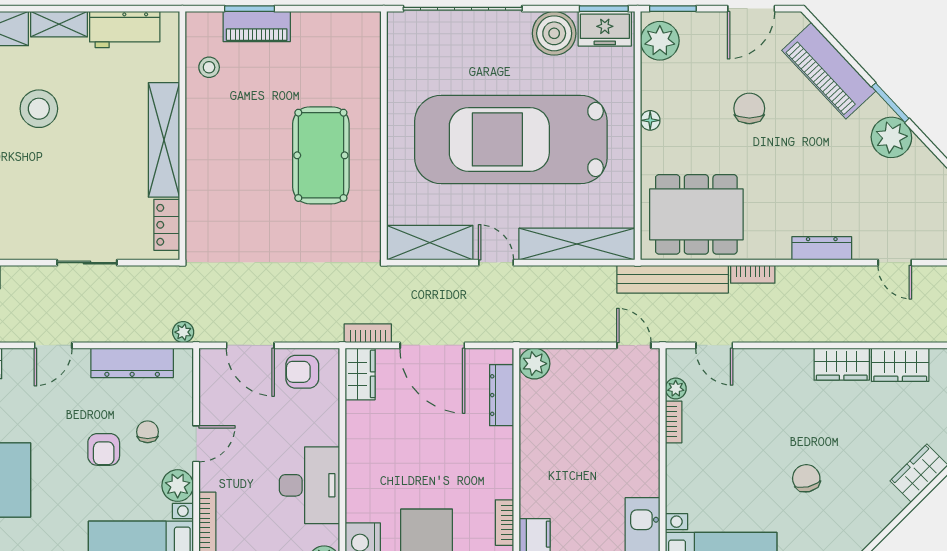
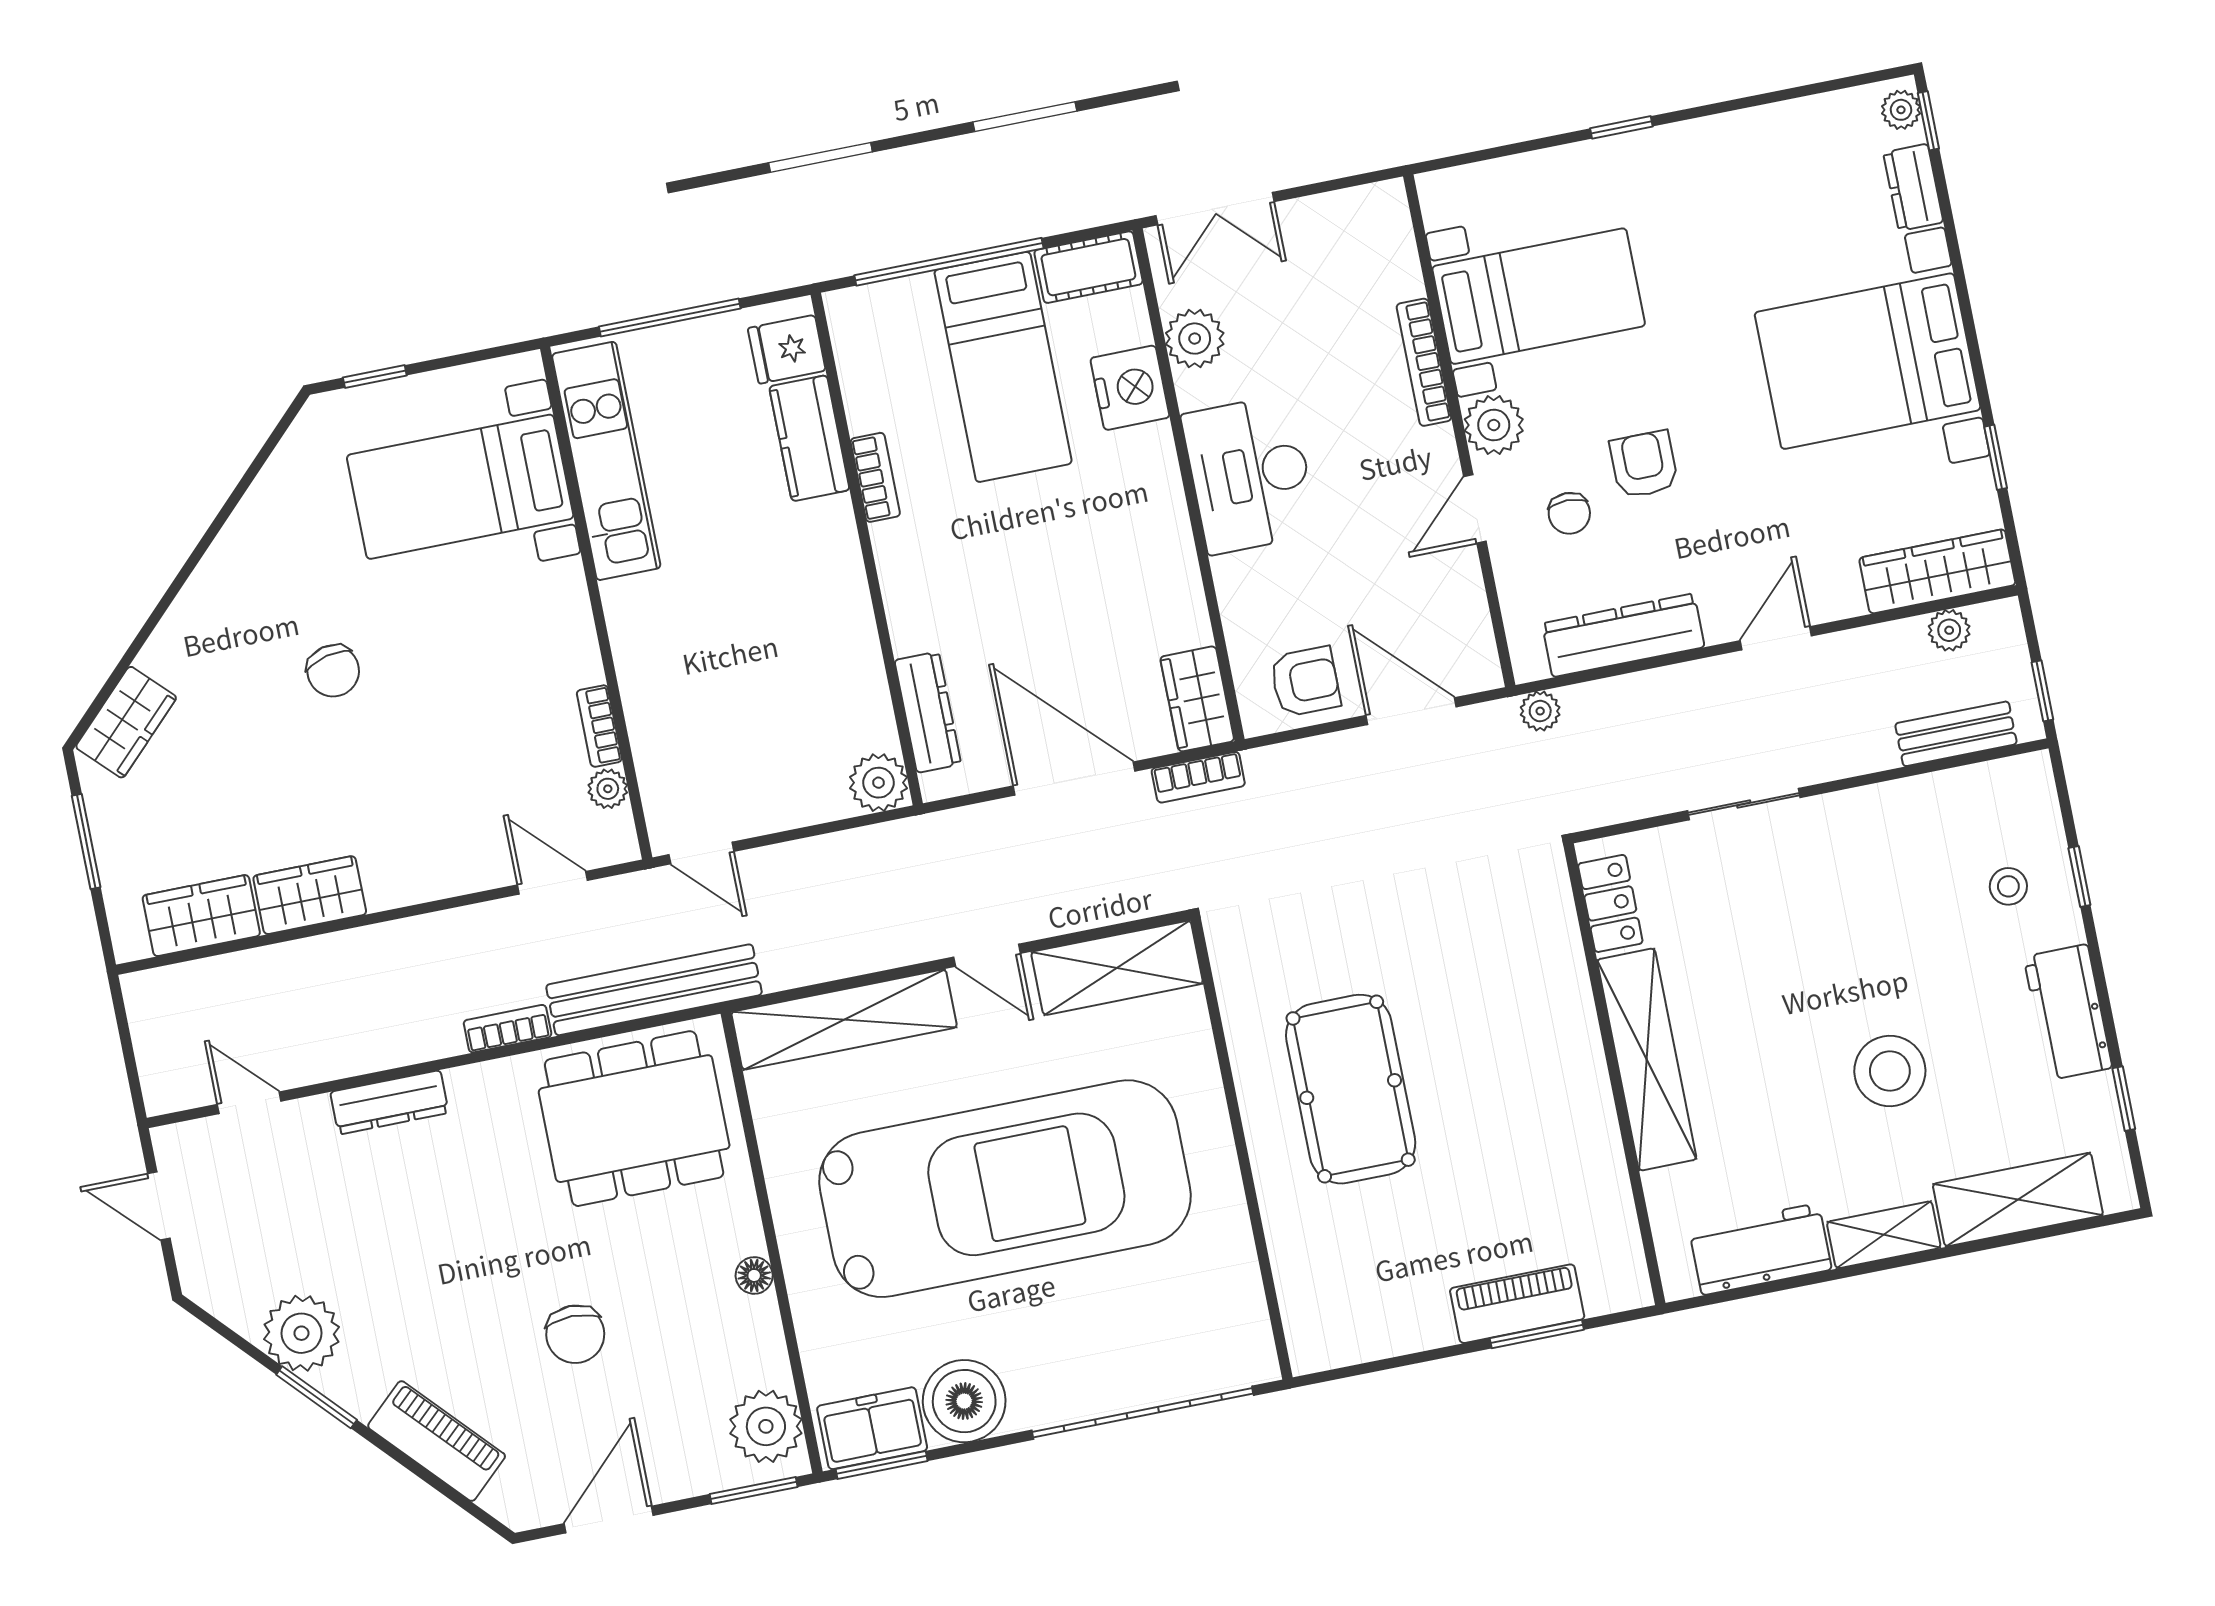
stool: (209, 67) -> (1590, 1211), removed
piano: (829, 71) -> (437, 1441), width x0.73, depth x0.75

